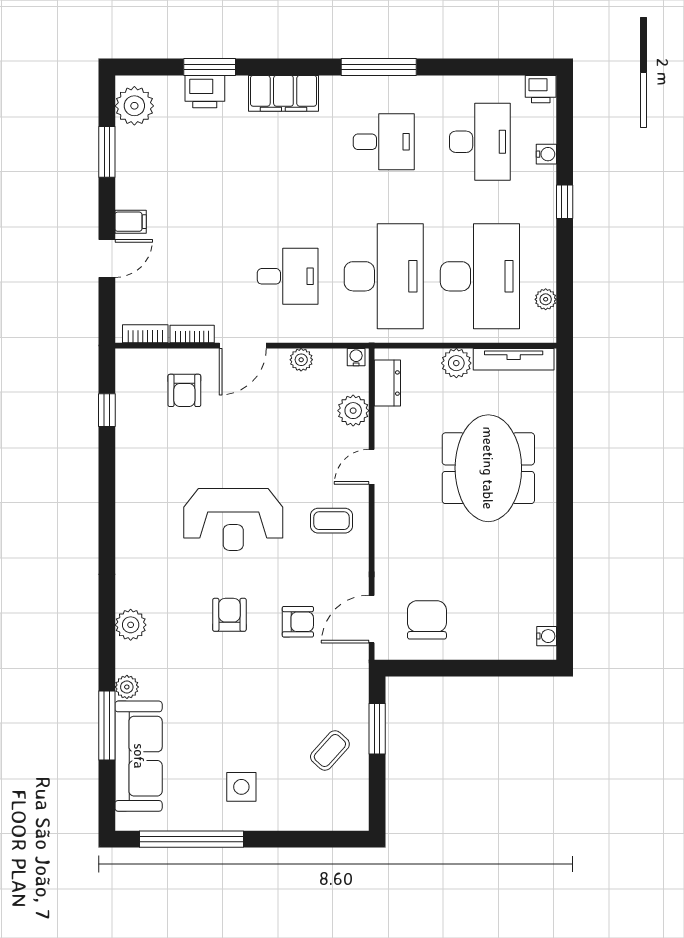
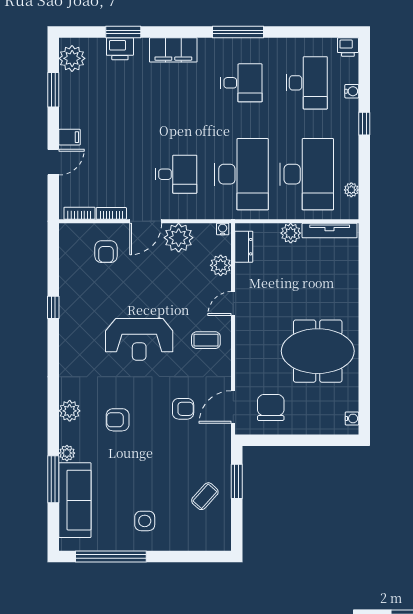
plant: (301, 360) -> (179, 238), width x1.88, depth x1.88
window: (107, 410) -> (53, 307), moved
meeting table: (488, 468) -> (318, 351), moved, turned 90
armchair: (229, 615) -> (118, 420), moved, turned -90

